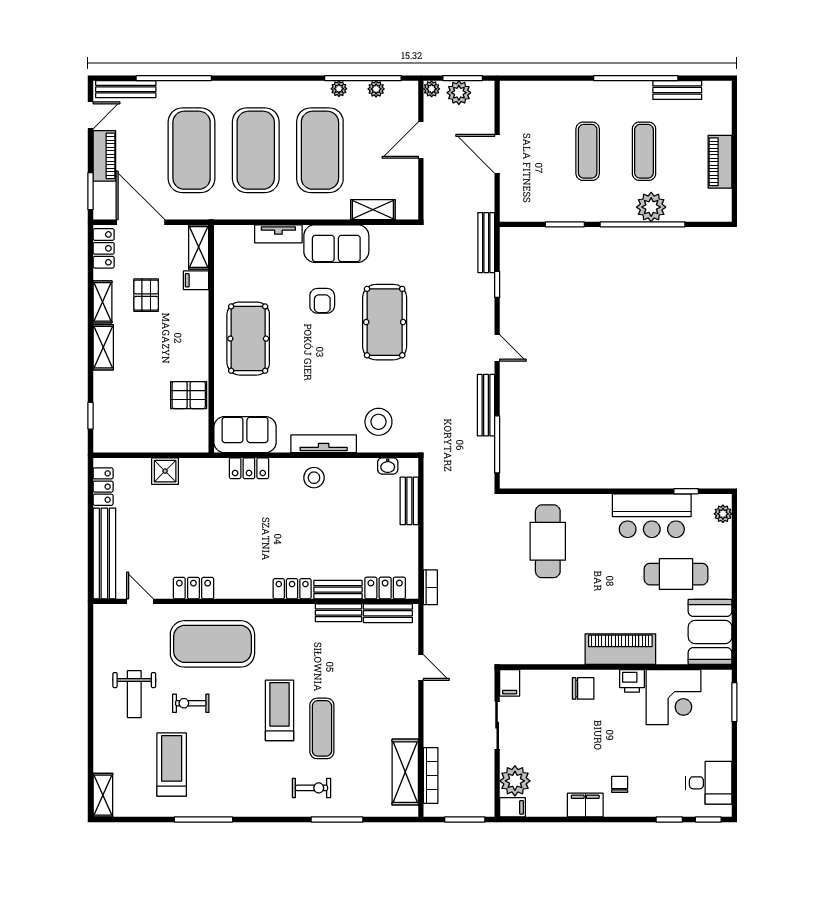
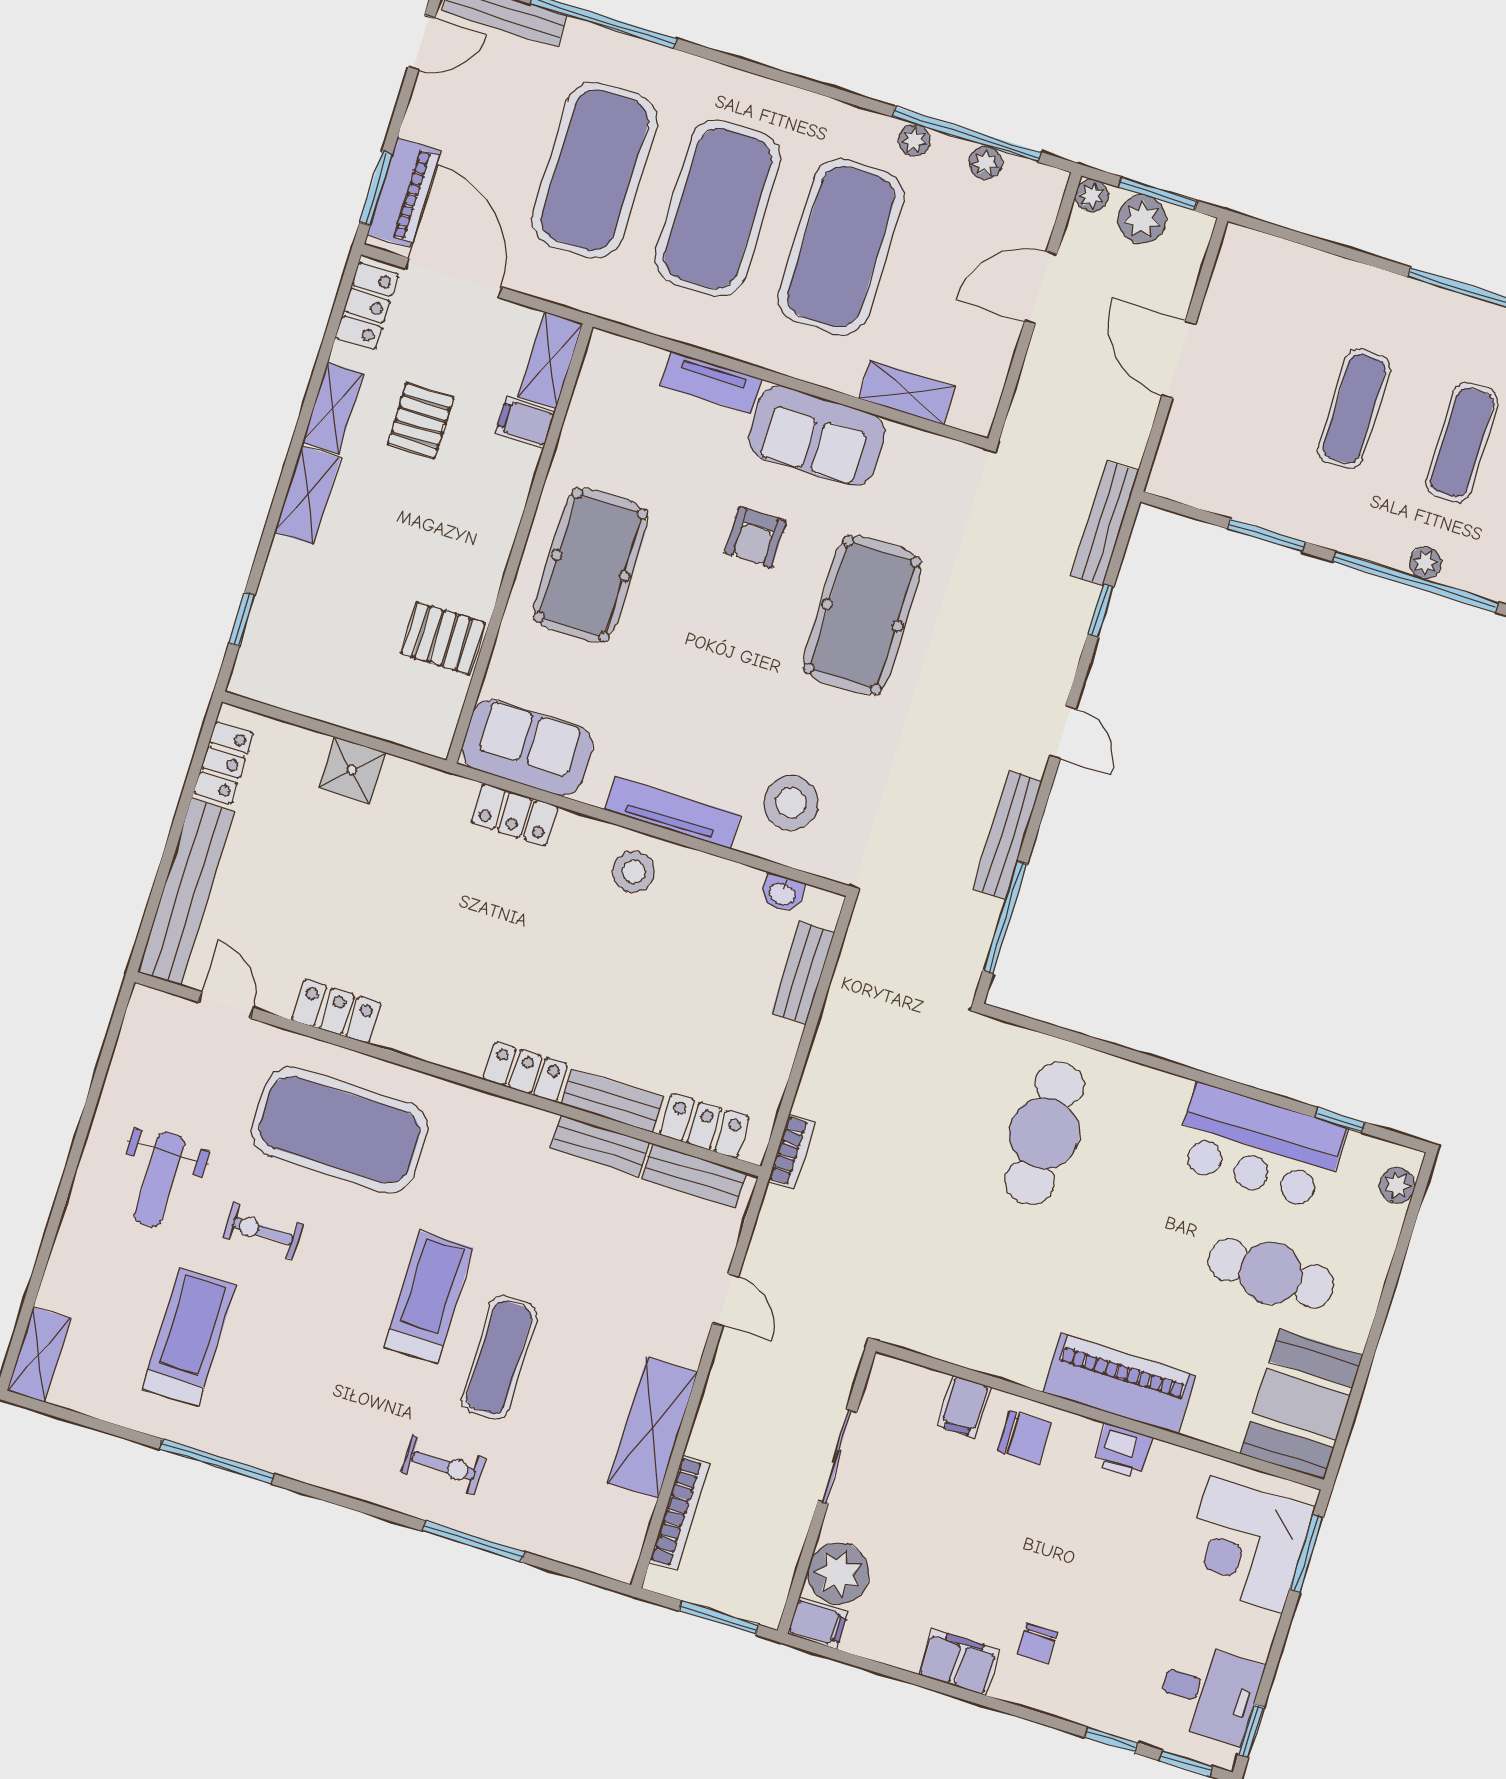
piano: (104, 156) -> (404, 192), moved
plant: (651, 207) -> (1425, 563), width x0.53, depth x0.53
filing cabinet: (510, 683) -> (964, 1406), moved
corner desk: (674, 697) -> (1246, 1544), moved, turned 90
shelving: (405, 772) -> (653, 1428), moved
chair: (620, 784) -> (1037, 1643), turned 180
window: (734, 795) -> (1251, 1731), added

